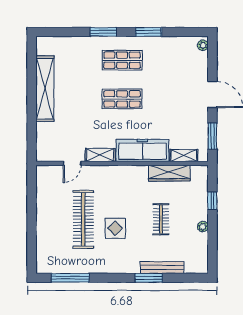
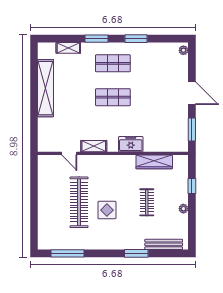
freezer: (142, 150) -> (131, 144), width x0.52, depth x0.79
shelving: (184, 155) -> (68, 48), moved
door: (72, 163) -> (69, 153), hinge flipped
bench: (162, 268) -> (164, 244), moved

